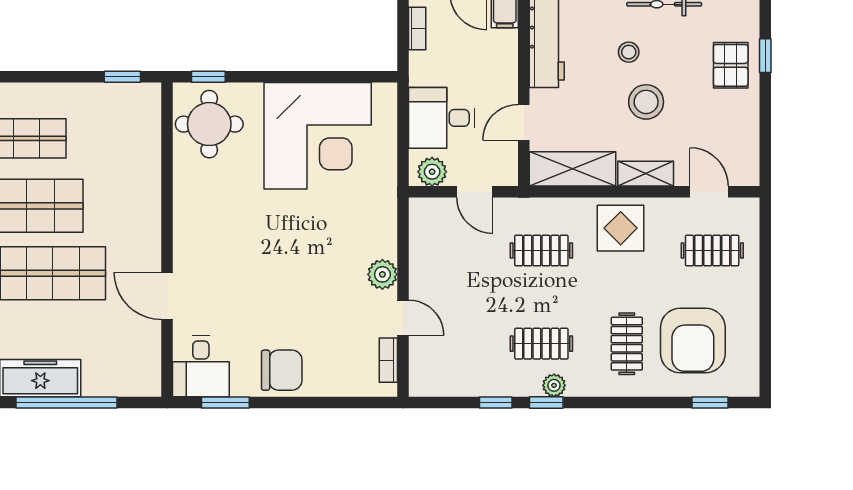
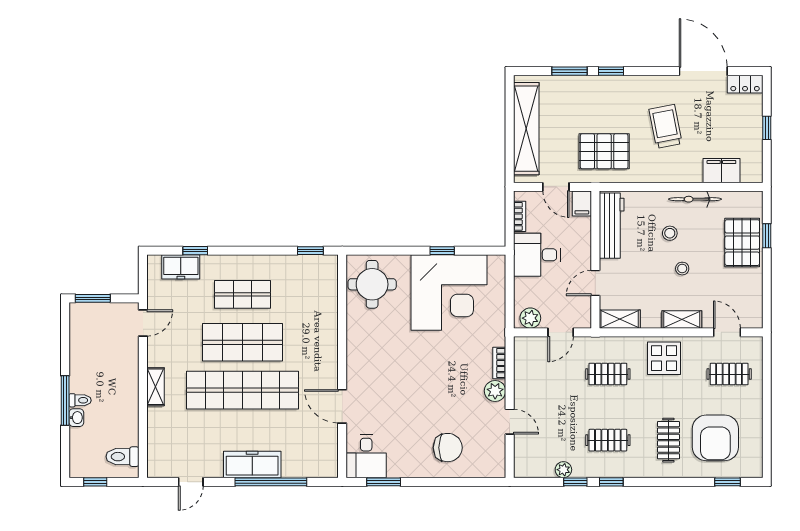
pallet: (731, 65) -> (742, 243), width x1.50, depth x1.42
window: (208, 77) -> (442, 251), moved
stool: (646, 102) -> (682, 269), width x0.53, depth x0.53
desk: (441, 118) -> (537, 255), moved
shelving: (572, 169) -> (620, 319), width x0.67, depth x0.75
door: (475, 192) -> (561, 332), hinge flipped
bookcase: (388, 360) -> (499, 363), moved
chair: (282, 370) -> (448, 448), moved
plant: (554, 385) -> (563, 470), moved

